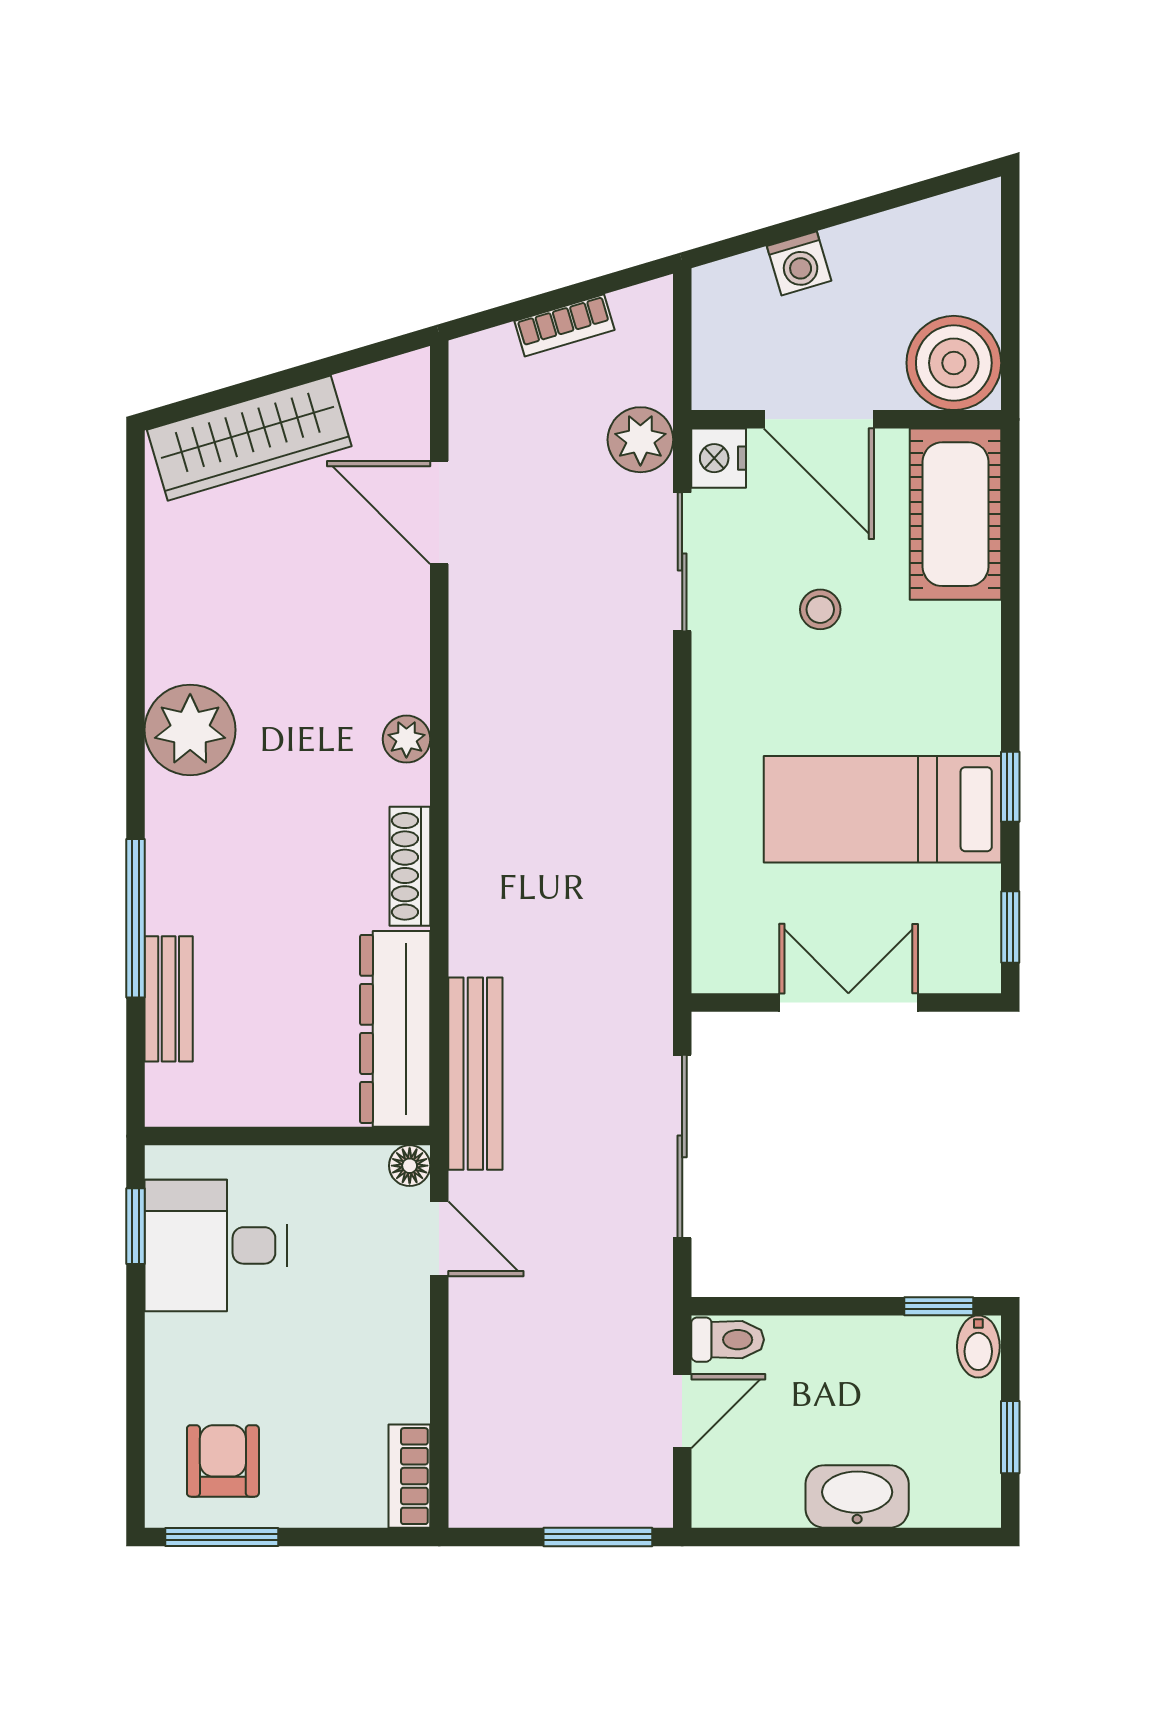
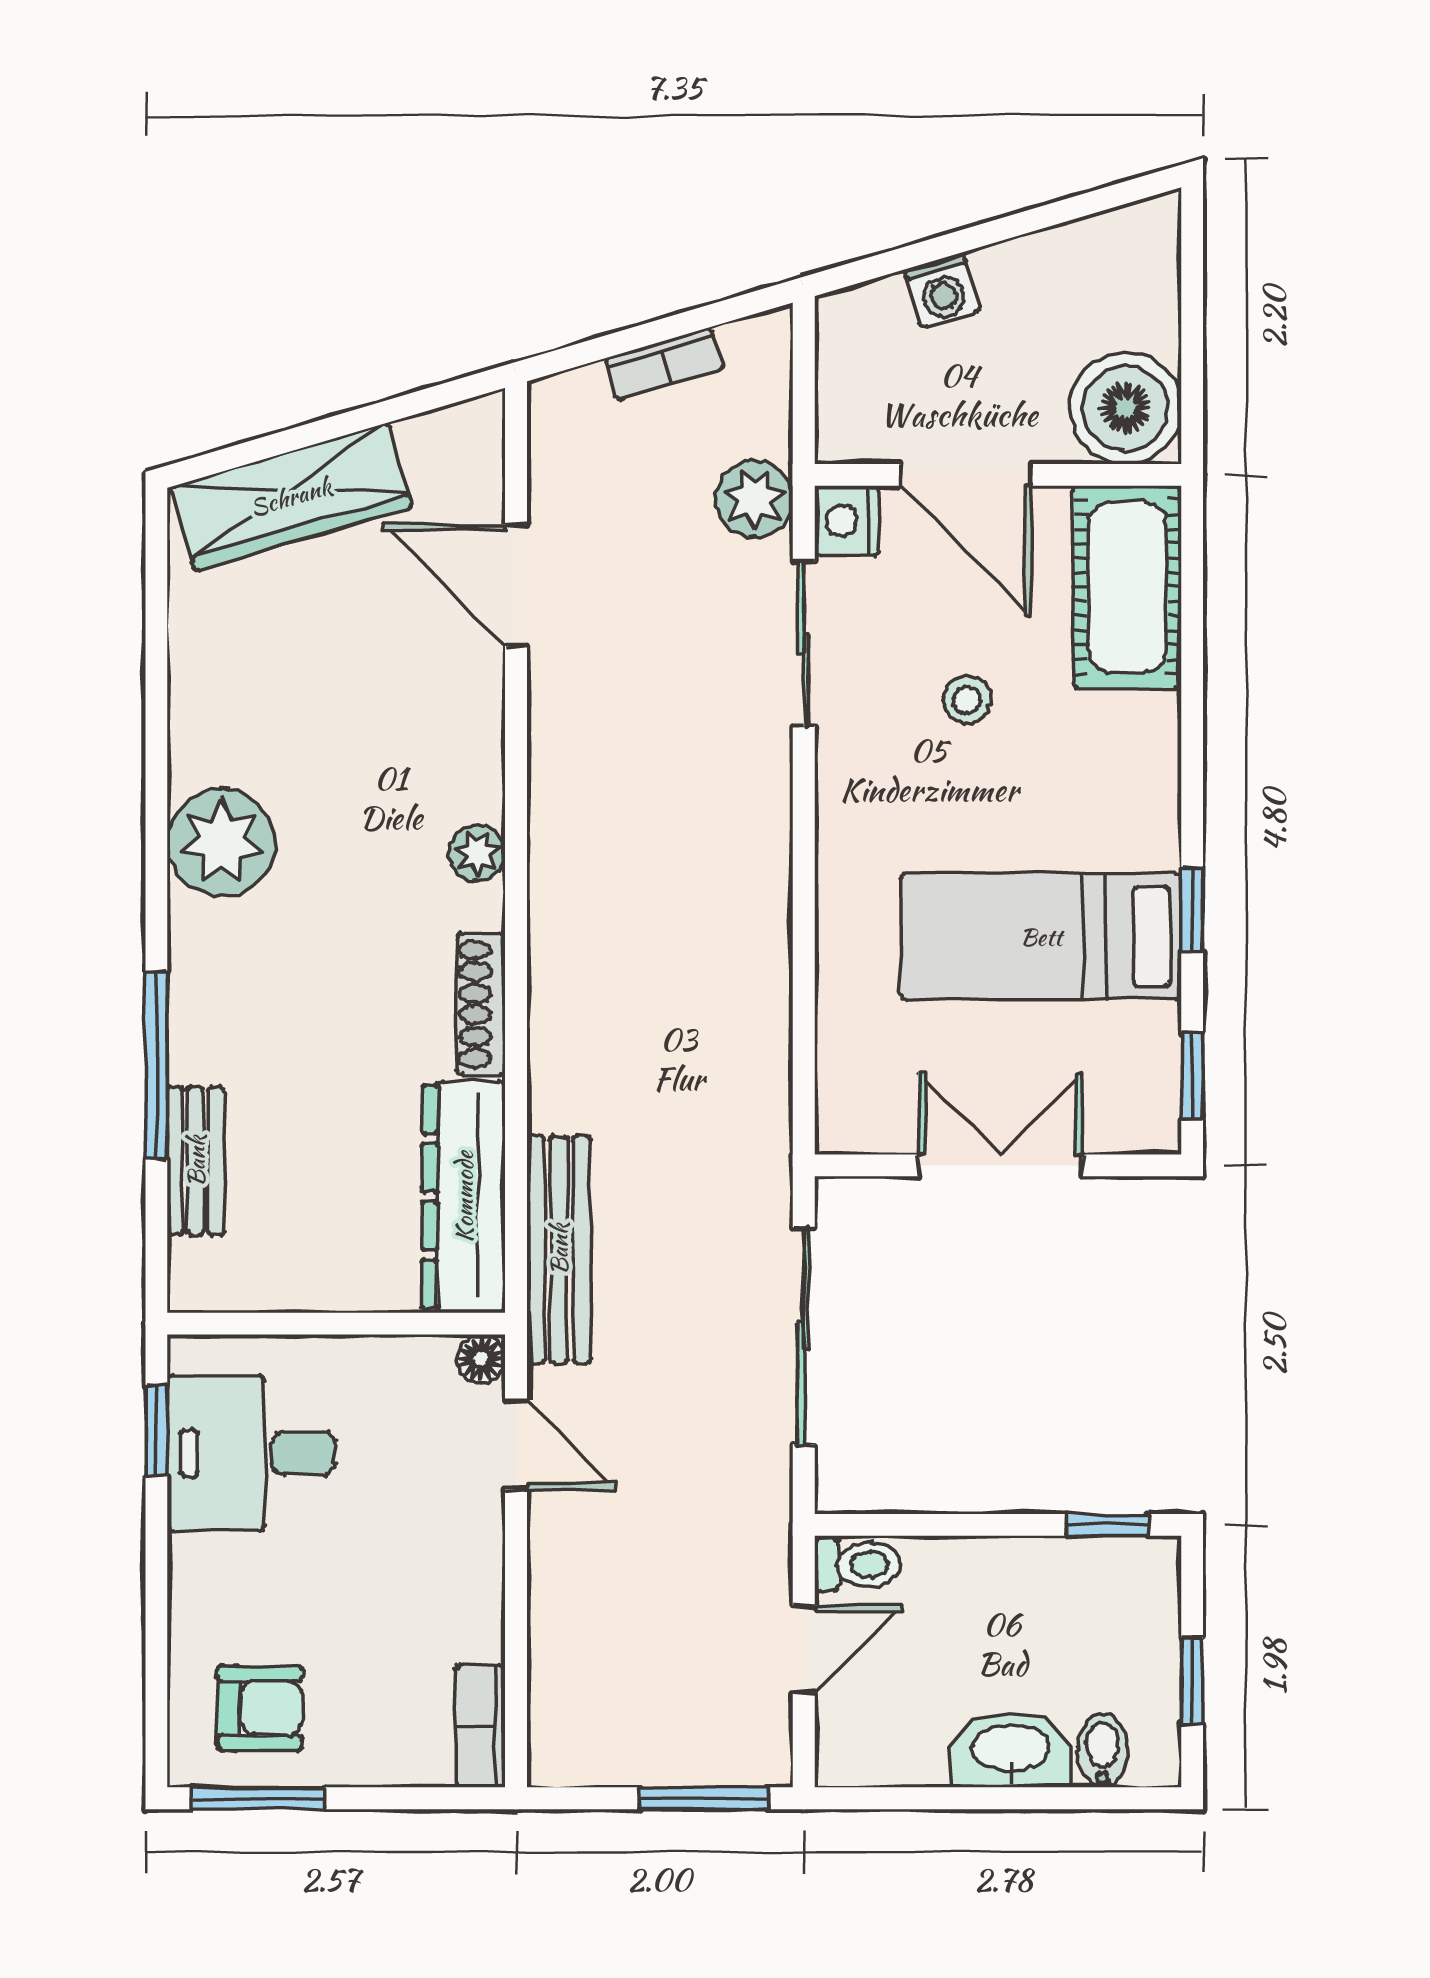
bidet: (978, 1346) -> (1103, 1750), moved, turned 180
armchair: (223, 1461) -> (260, 1708), turned 90

